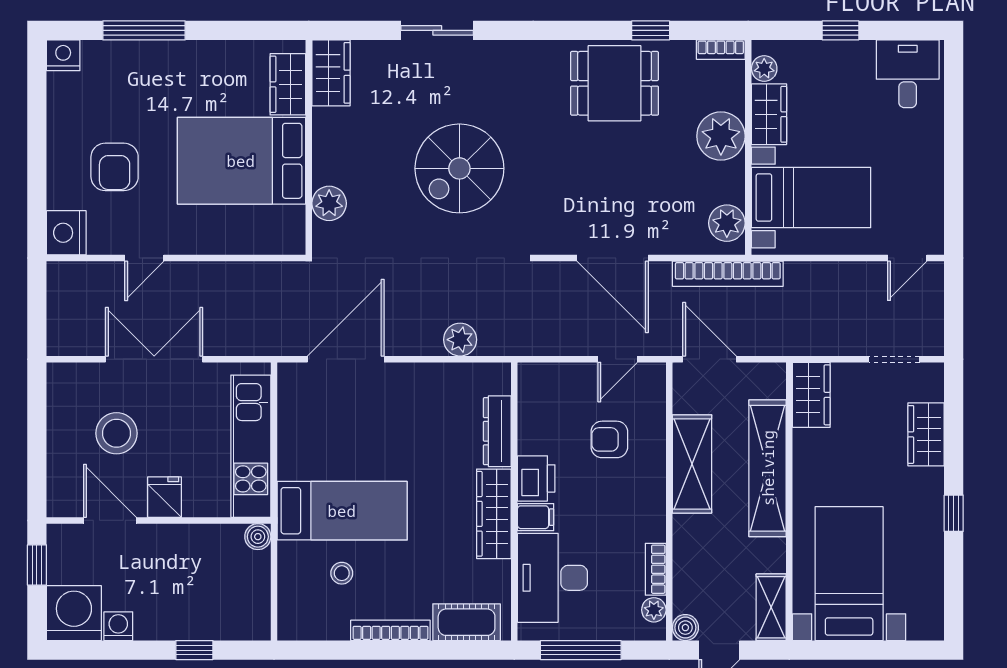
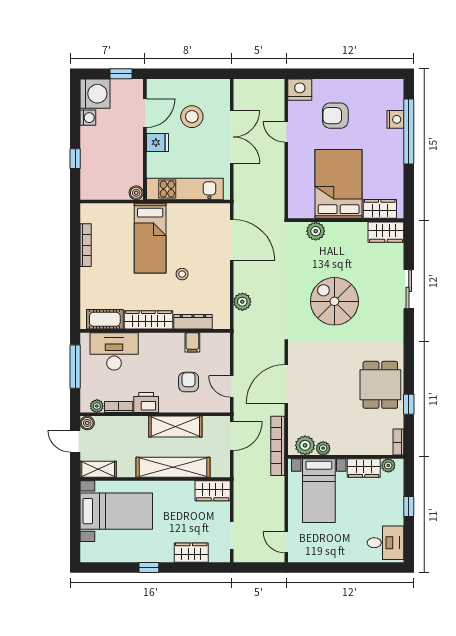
window: (144, 30) -> (409, 131), width x1.46
nightstand: (63, 55) -> (395, 119), moved
plant: (721, 136) -> (323, 448), moved, width x0.53, depth x0.53
printer: (536, 478) -> (146, 402), moved, turned 180
filing cabinet: (536, 517) -> (192, 342), moved
stool: (342, 573) -> (182, 274), moved
cot: (467, 622) -> (105, 319), moved, turned 90
bookcase: (390, 630) -> (86, 245), moved

